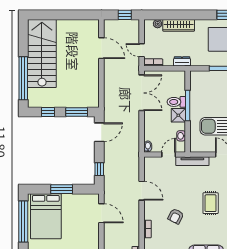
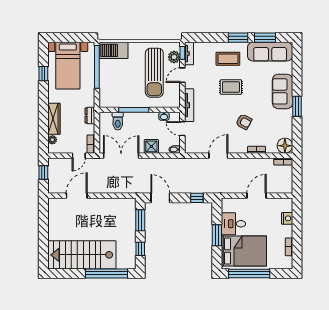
toilet: (176, 102) -> (118, 121), moved
shower: (178, 115) -> (151, 146), moved
desk: (73, 206) -> (233, 224), added
door: (101, 213) -> (257, 196), moved

